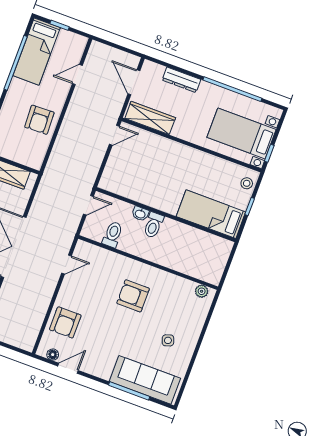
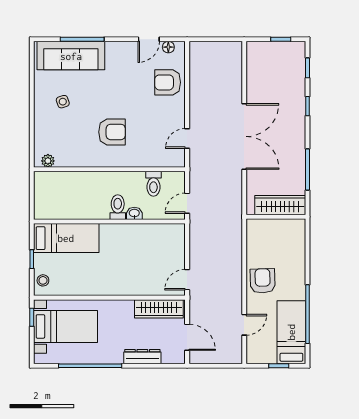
armchair: (39, 120) -> (263, 281), moved
armchair: (65, 322) -> (168, 82), turned -90

